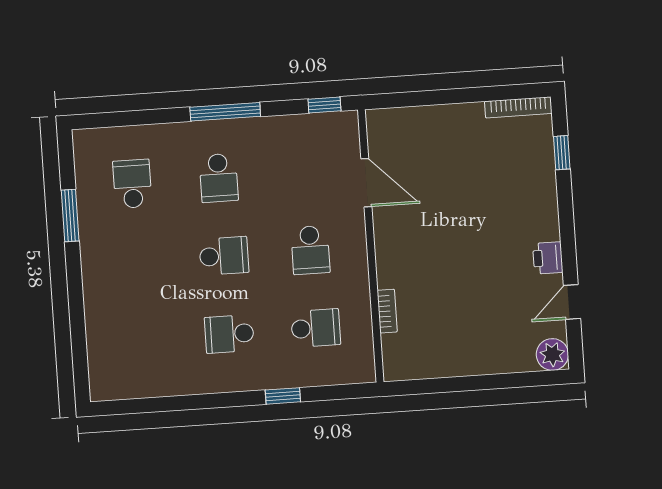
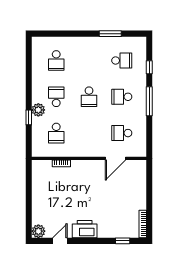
window: (324, 105) -> (149, 67), moved
school desk: (310, 250) -> (122, 133), moved
printer: (548, 258) -> (85, 229), width x1.87, depth x1.48
door: (572, 302) -> (60, 241), hinge flipped
school desk: (143, 340) -> (56, 60), added
plant: (263, 374) -> (38, 110), added

